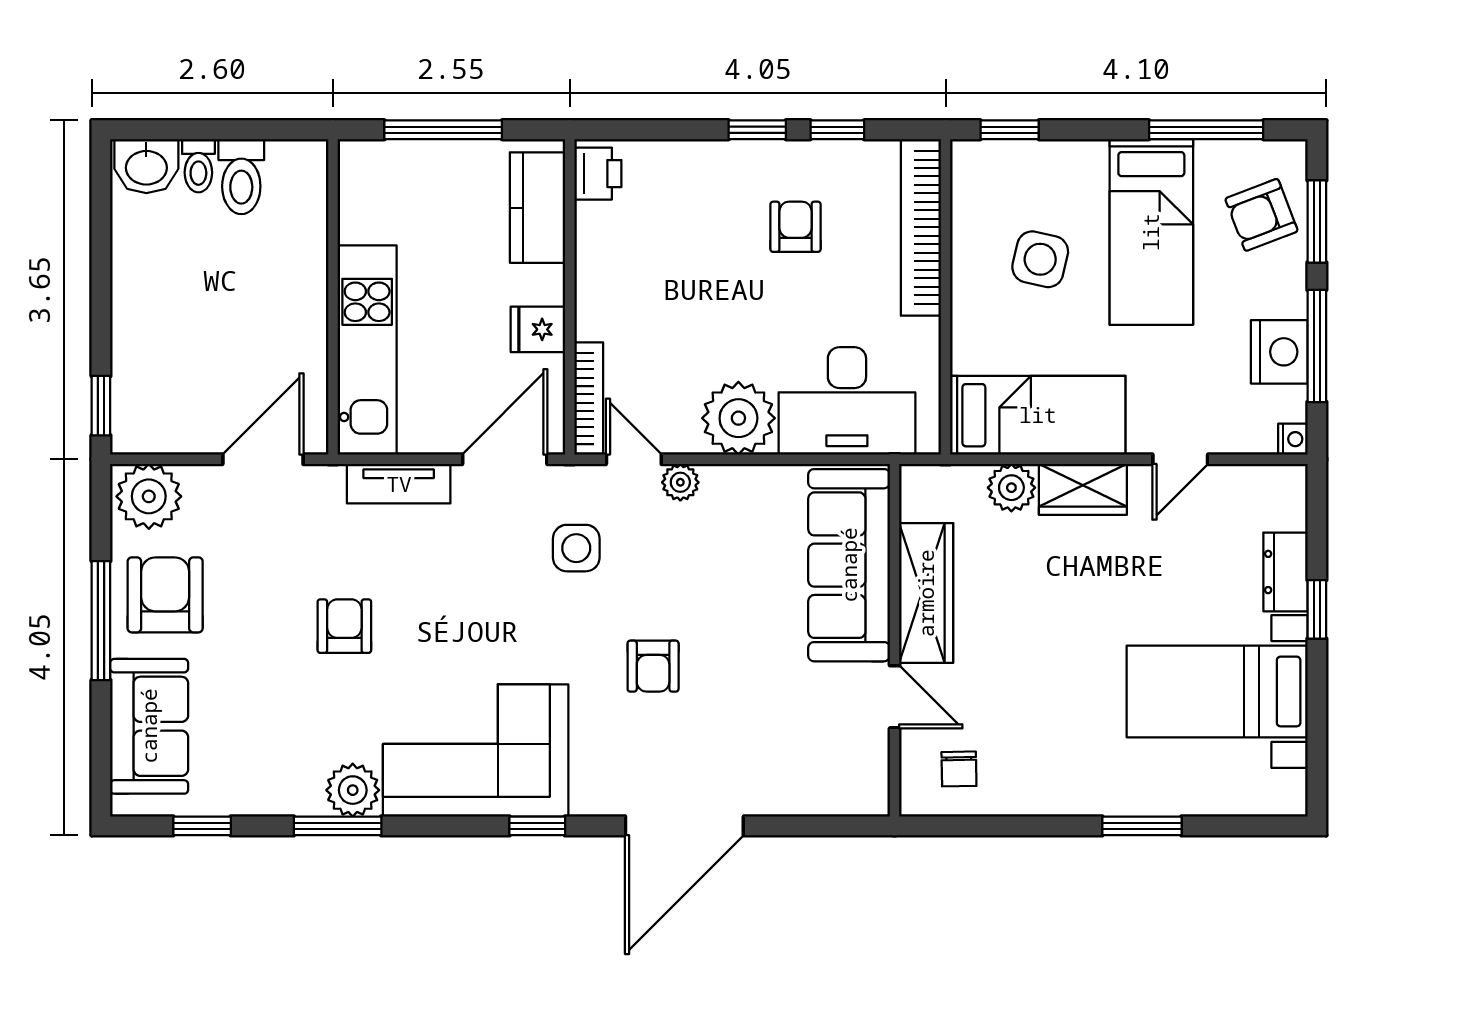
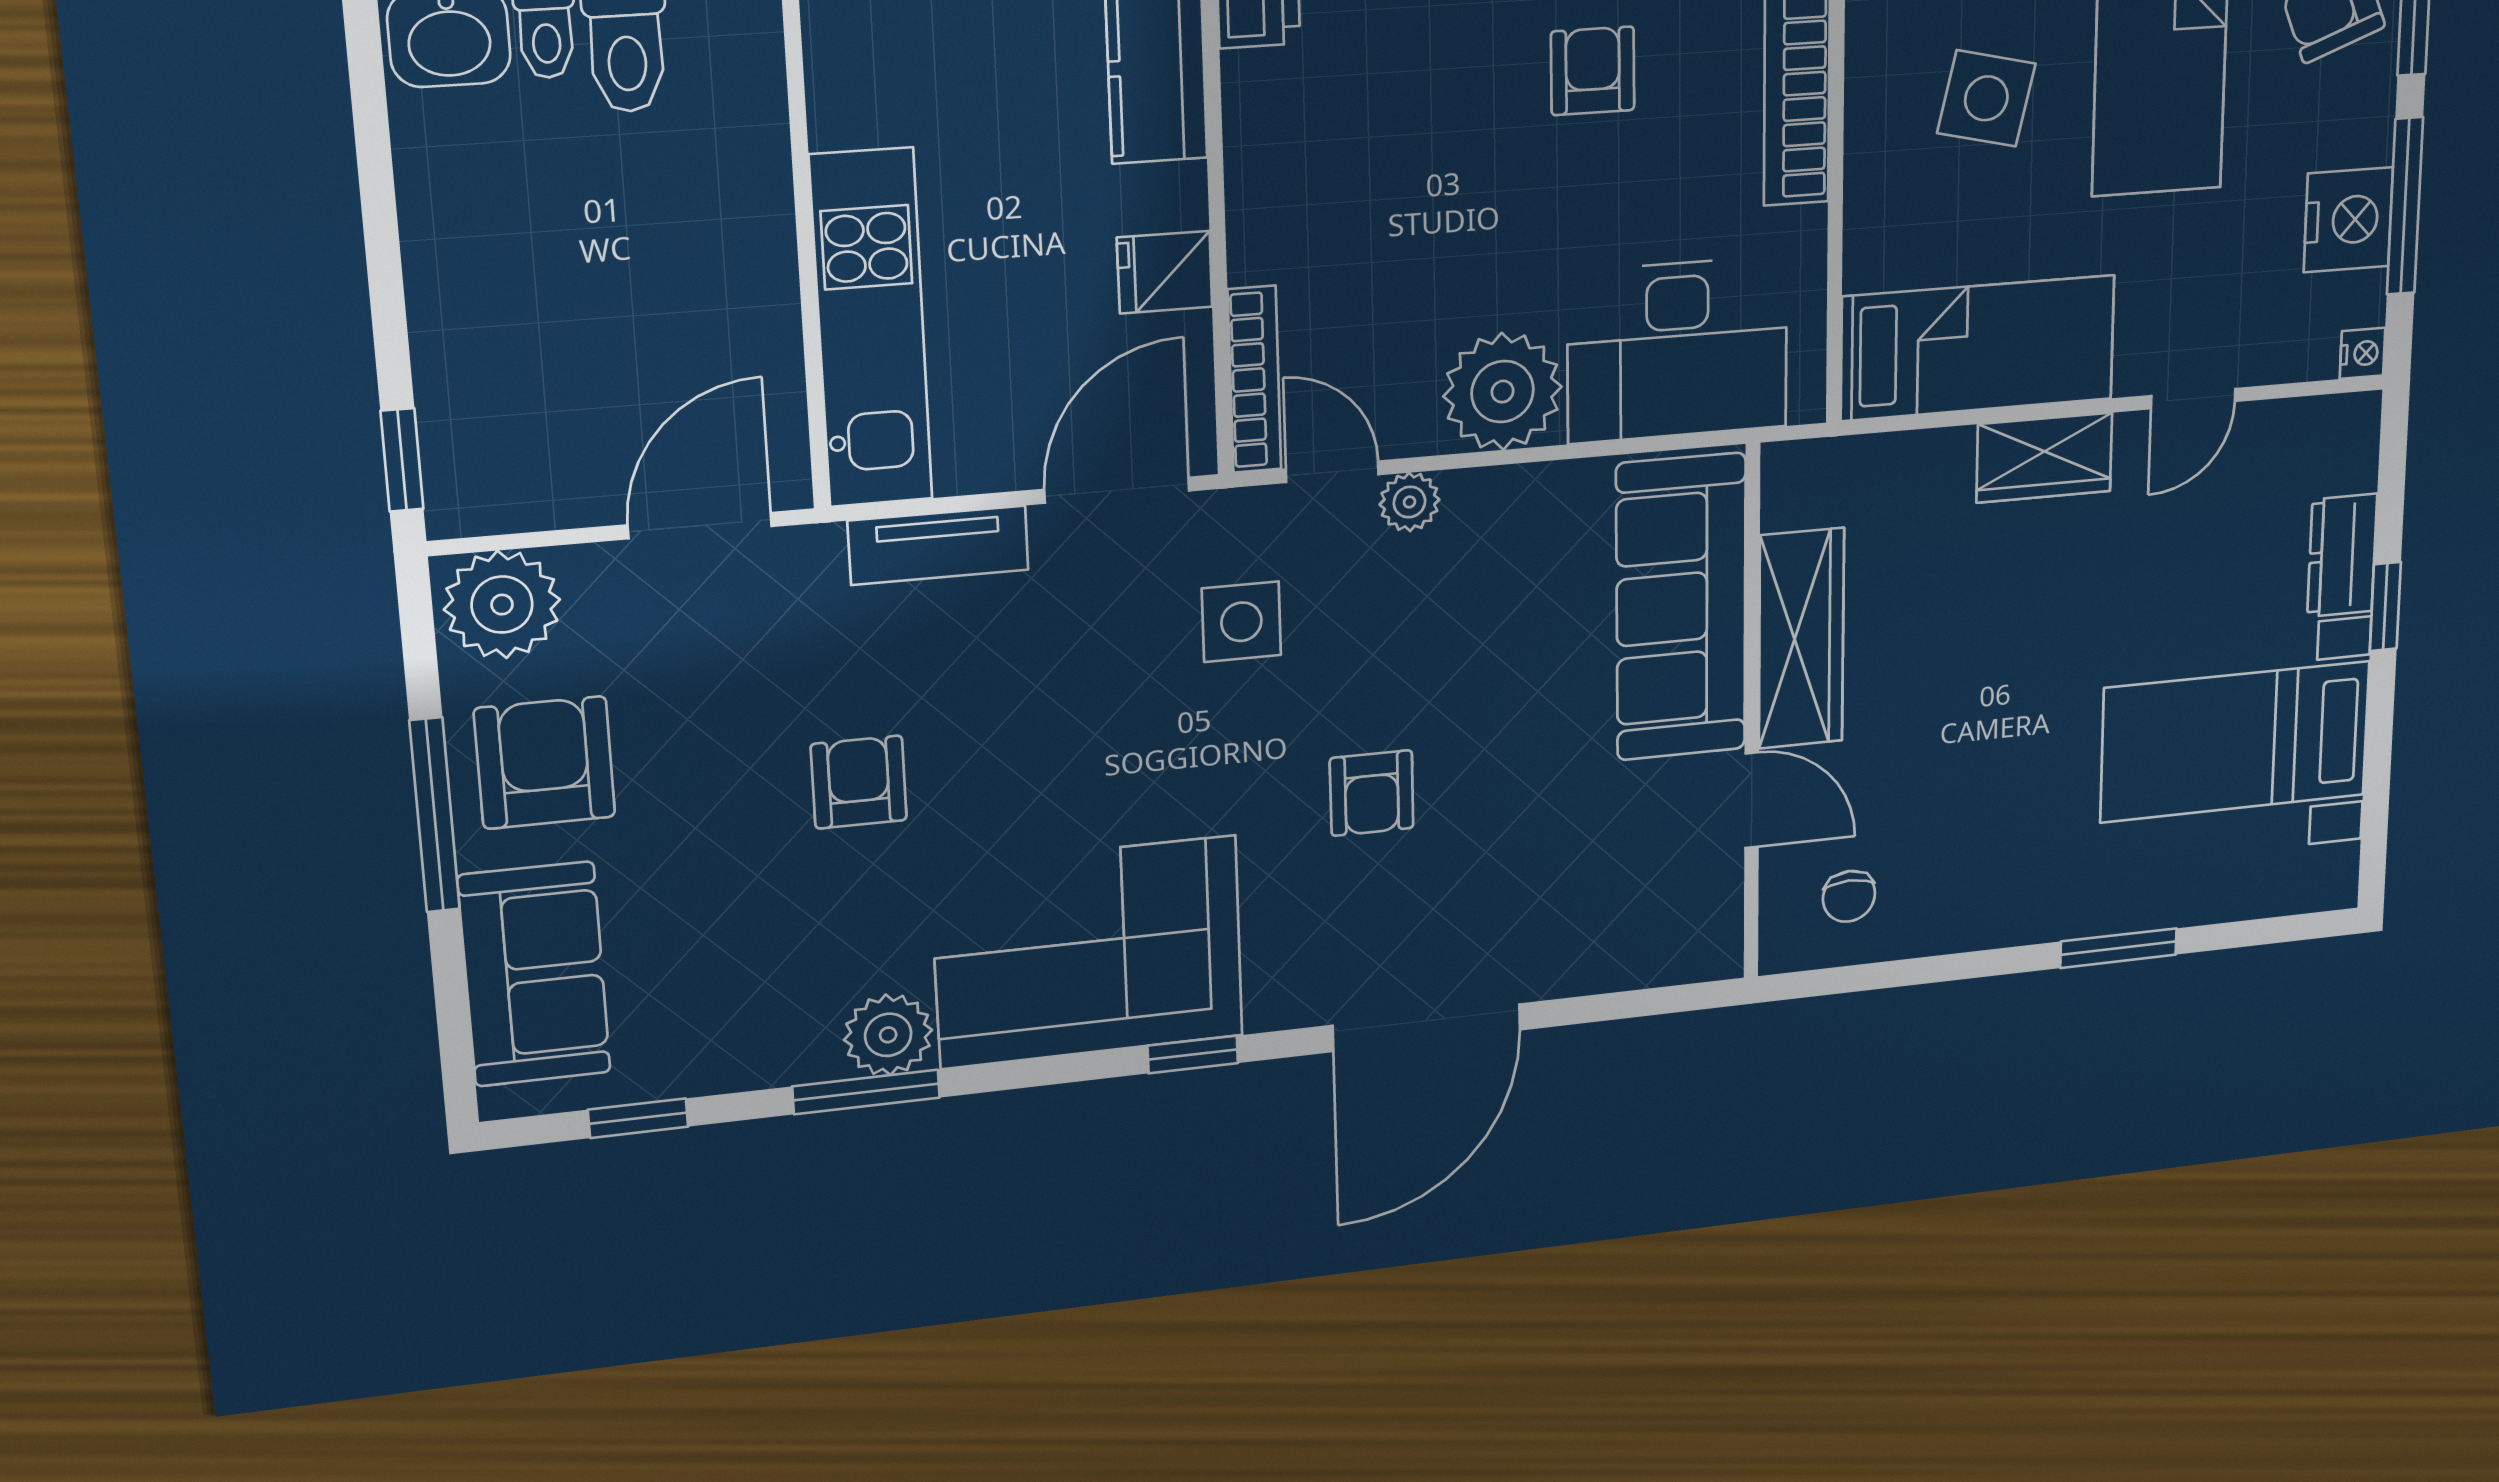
plant: (1011, 488) -> (1935, 465), removed

